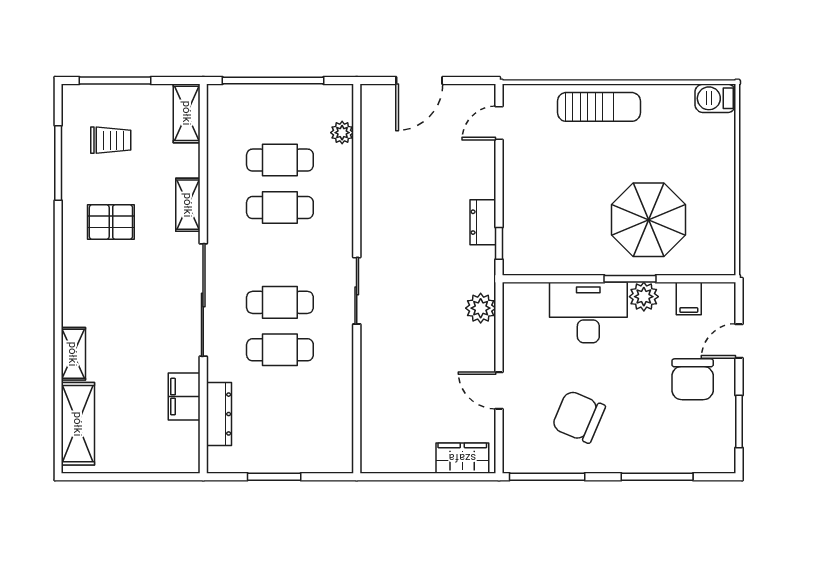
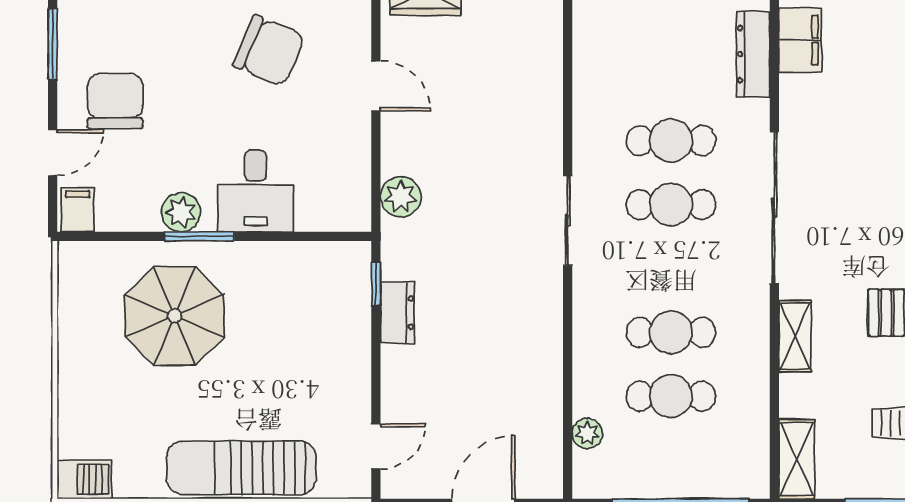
sun lounger: (599, 107) -> (241, 468), width x1.36, depth x1.34
filing cabinet: (689, 298) -> (78, 210), moved
desk: (588, 312) -> (256, 191), width x0.73
filing cabinet: (184, 397) -> (800, 40), moved

